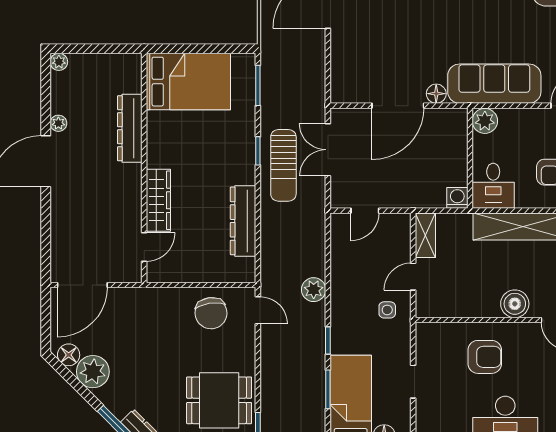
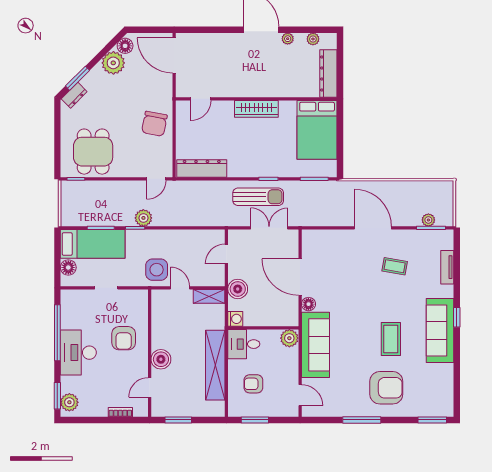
plant: (59, 62) -> (313, 39), moved
dresser: (130, 128) -> (328, 74), moved, turned -90
sun lounger: (283, 165) -> (258, 197), turned 180
boiler: (415, 194) -> (238, 289), added
wardrobe: (158, 200) -> (256, 109), moved
door: (365, 211) -> (226, 254), hinge flipped
dresser: (243, 221) -> (202, 168), moved
door: (144, 247) -> (201, 99), hinge flipped
plant: (314, 290) -> (143, 218), moved
side table: (387, 310) -> (157, 270), width x1.87, depth x1.87
chair: (211, 313) -> (154, 124), moved, turned -71

